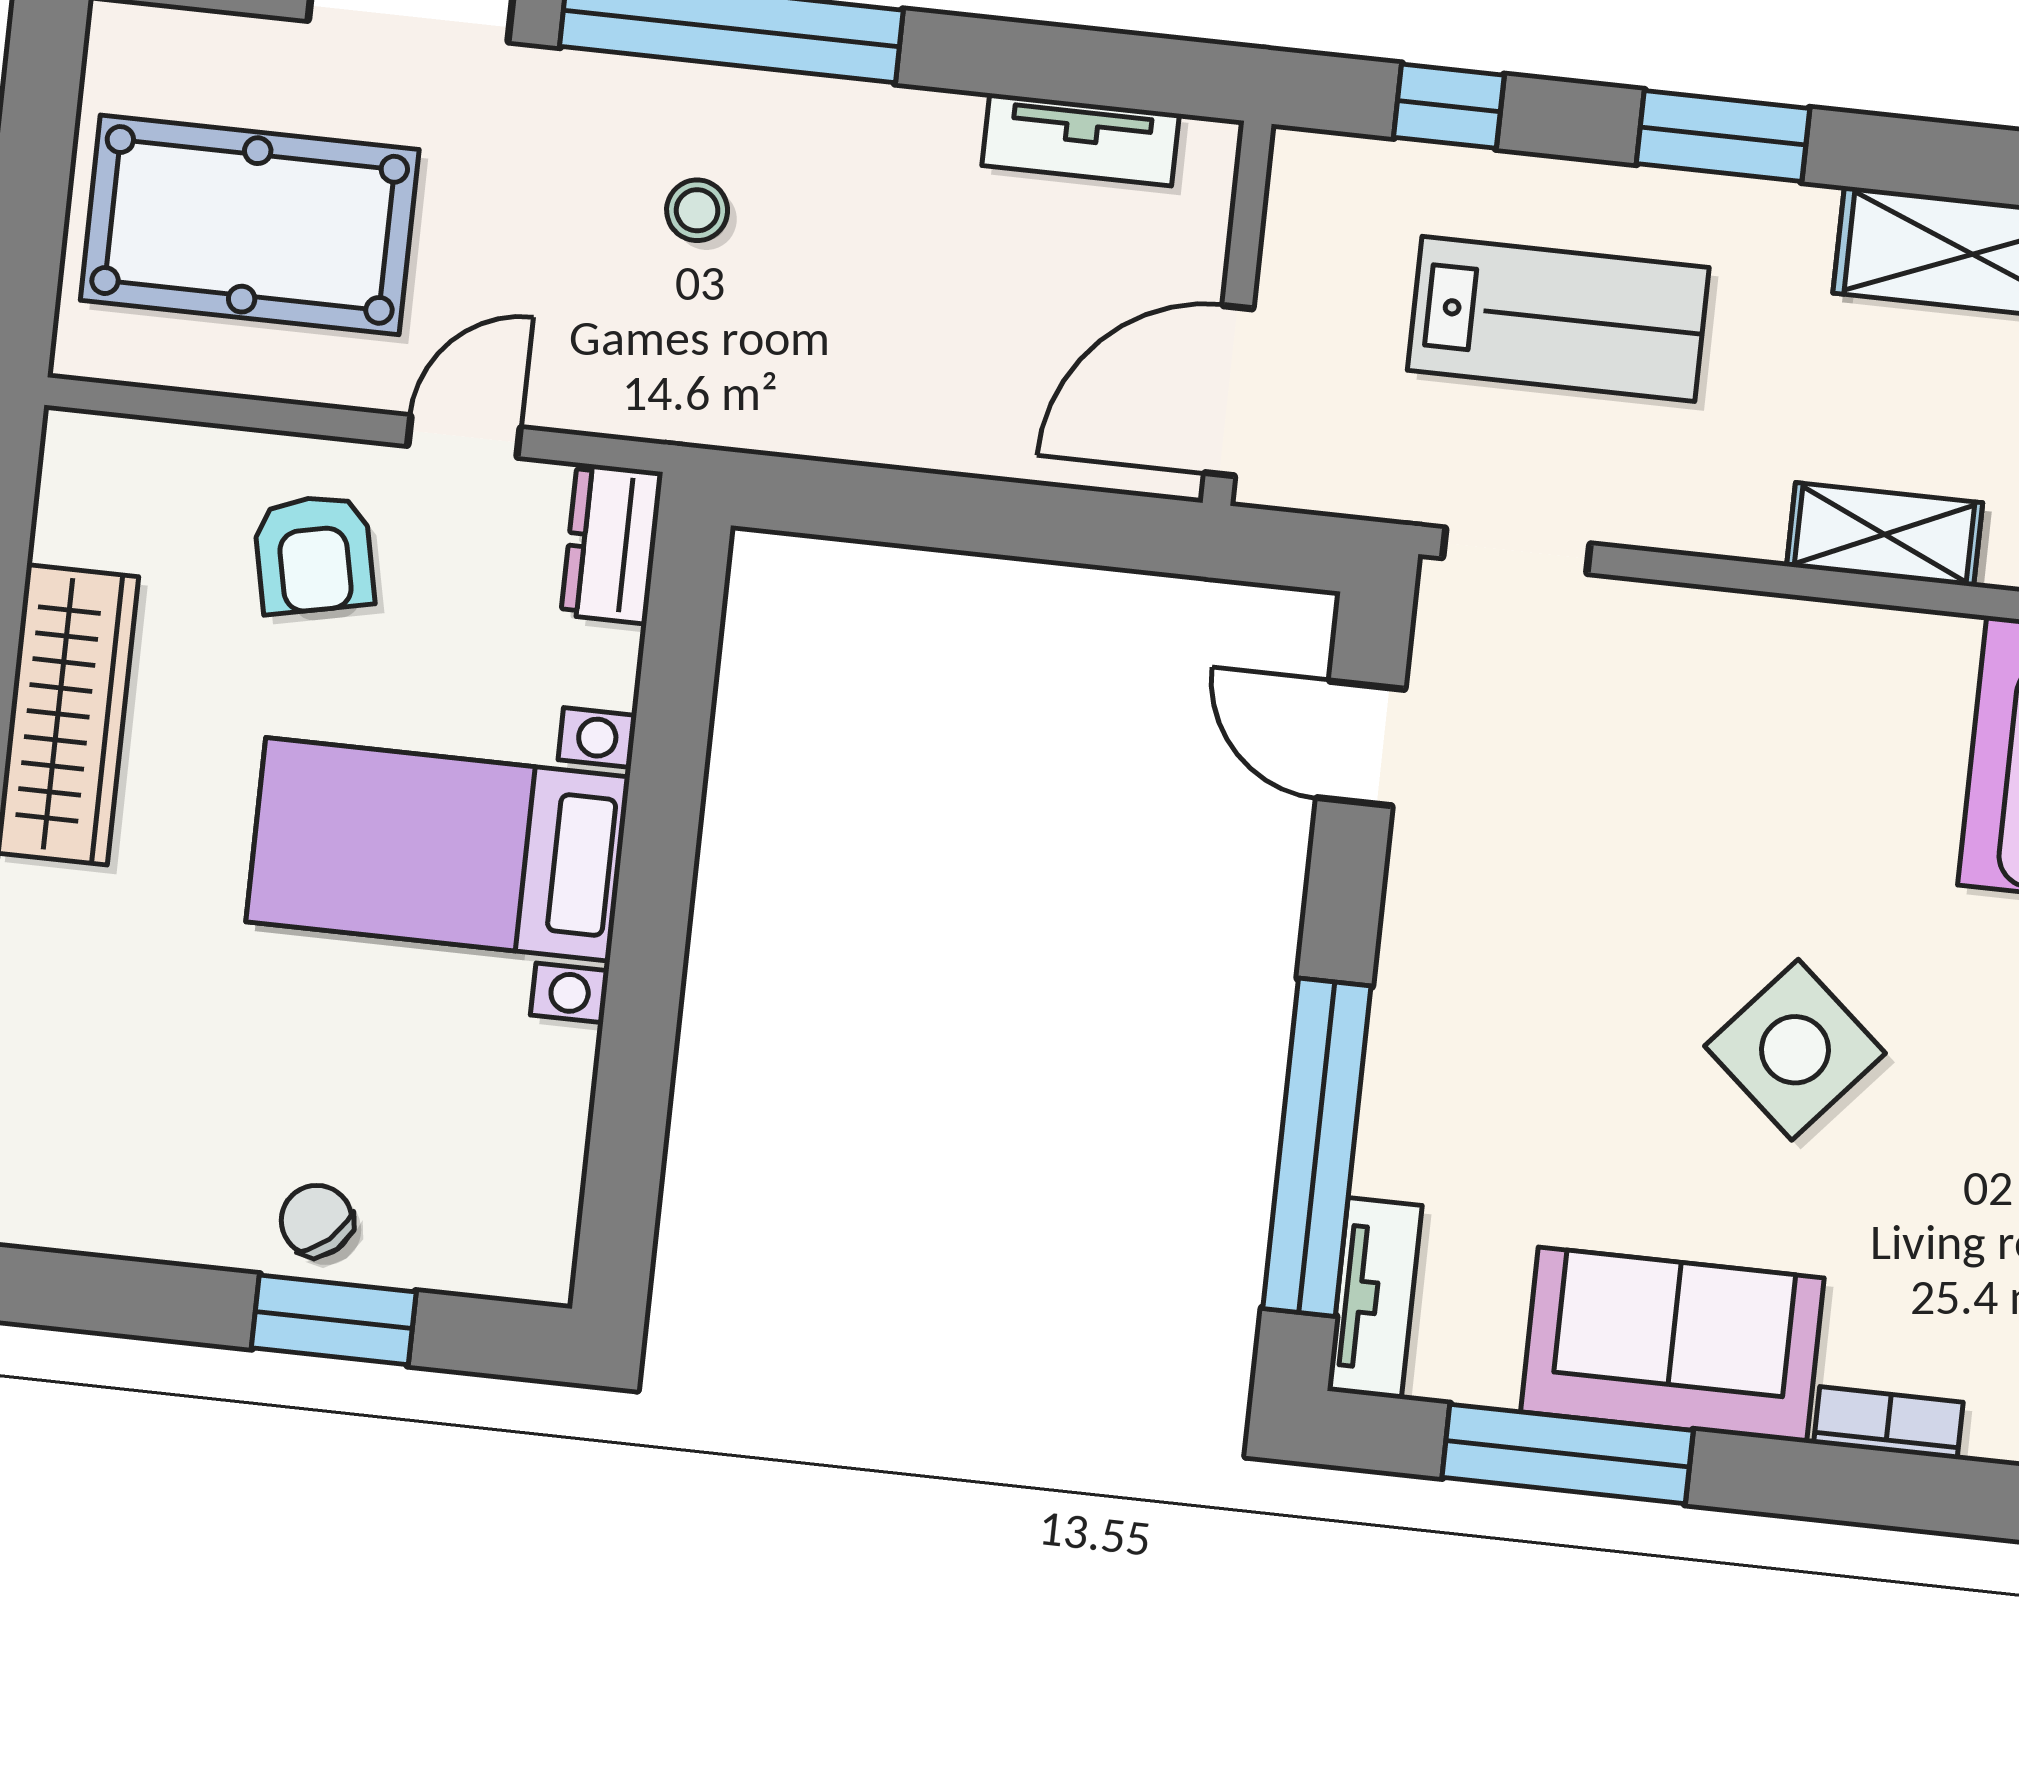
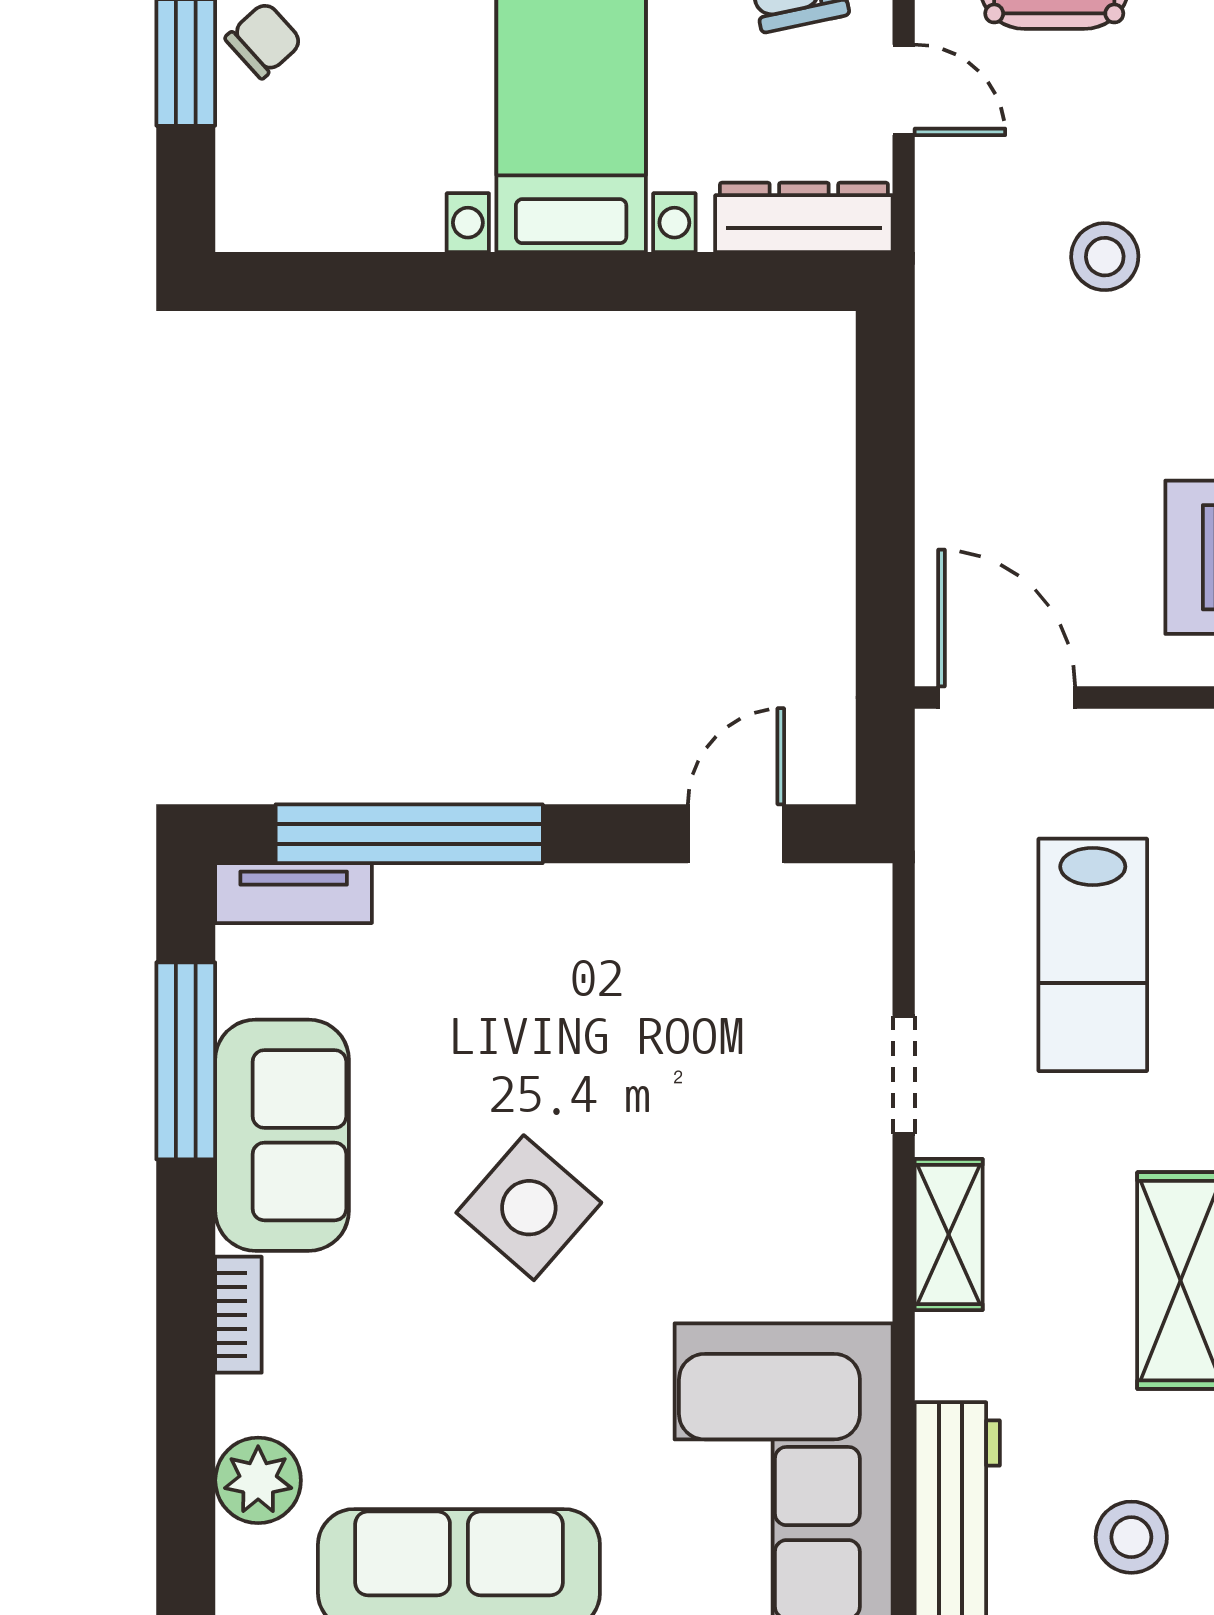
stool: (697, 210) -> (1105, 257), width x1.37, depth x1.37
dresser: (612, 543) -> (804, 217), width x1.44
doorway: (1516, 551) -> (904, 1075), moved

